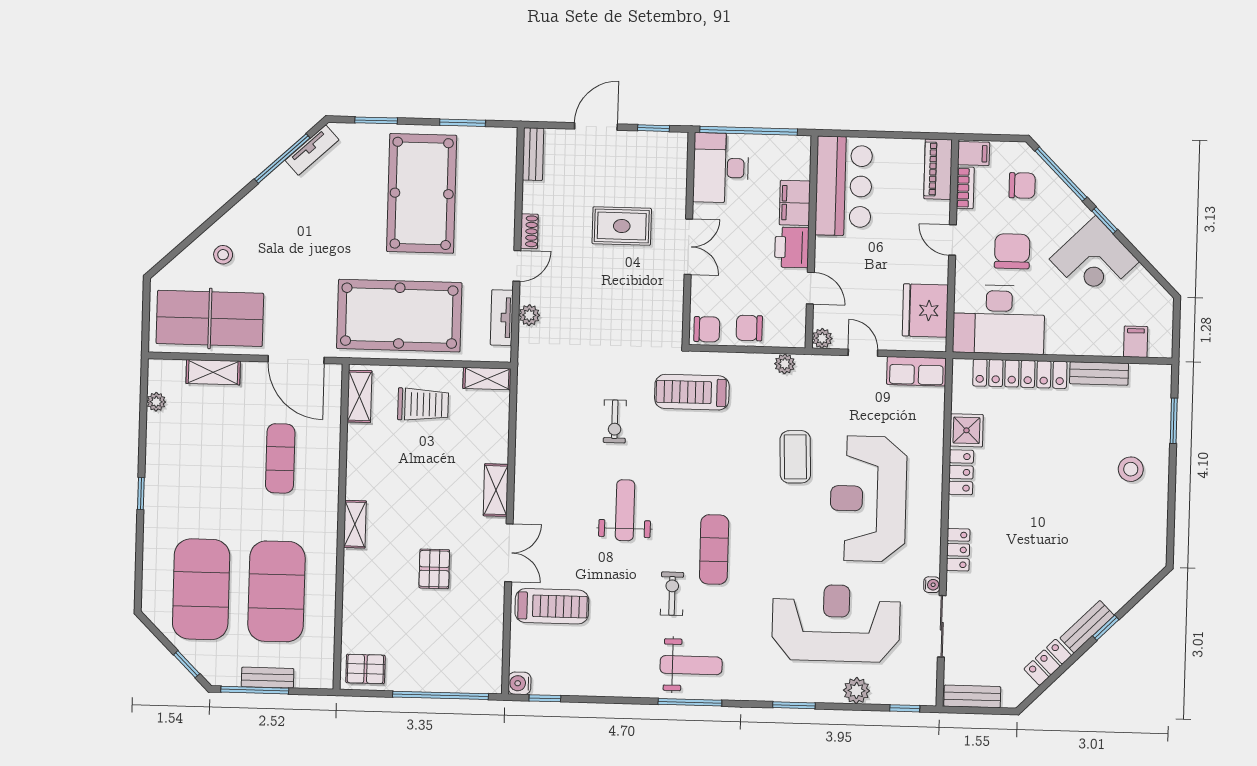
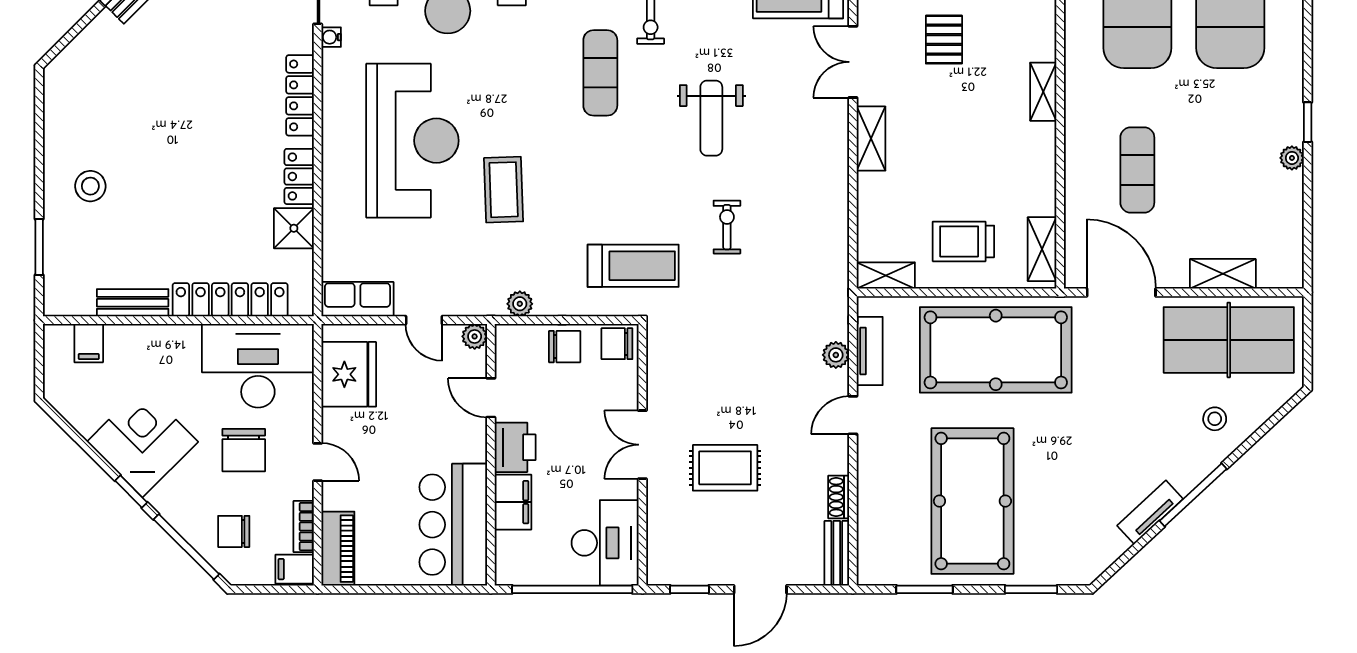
tv unit: (312, 150) -> (1150, 512), moved
window: (282, 158) -> (1193, 495), moved
shoe rack: (529, 231) -> (839, 497), moved
plant: (156, 402) -> (1292, 158), moved
locker: (958, 550) -> (300, 95), width x1.53

